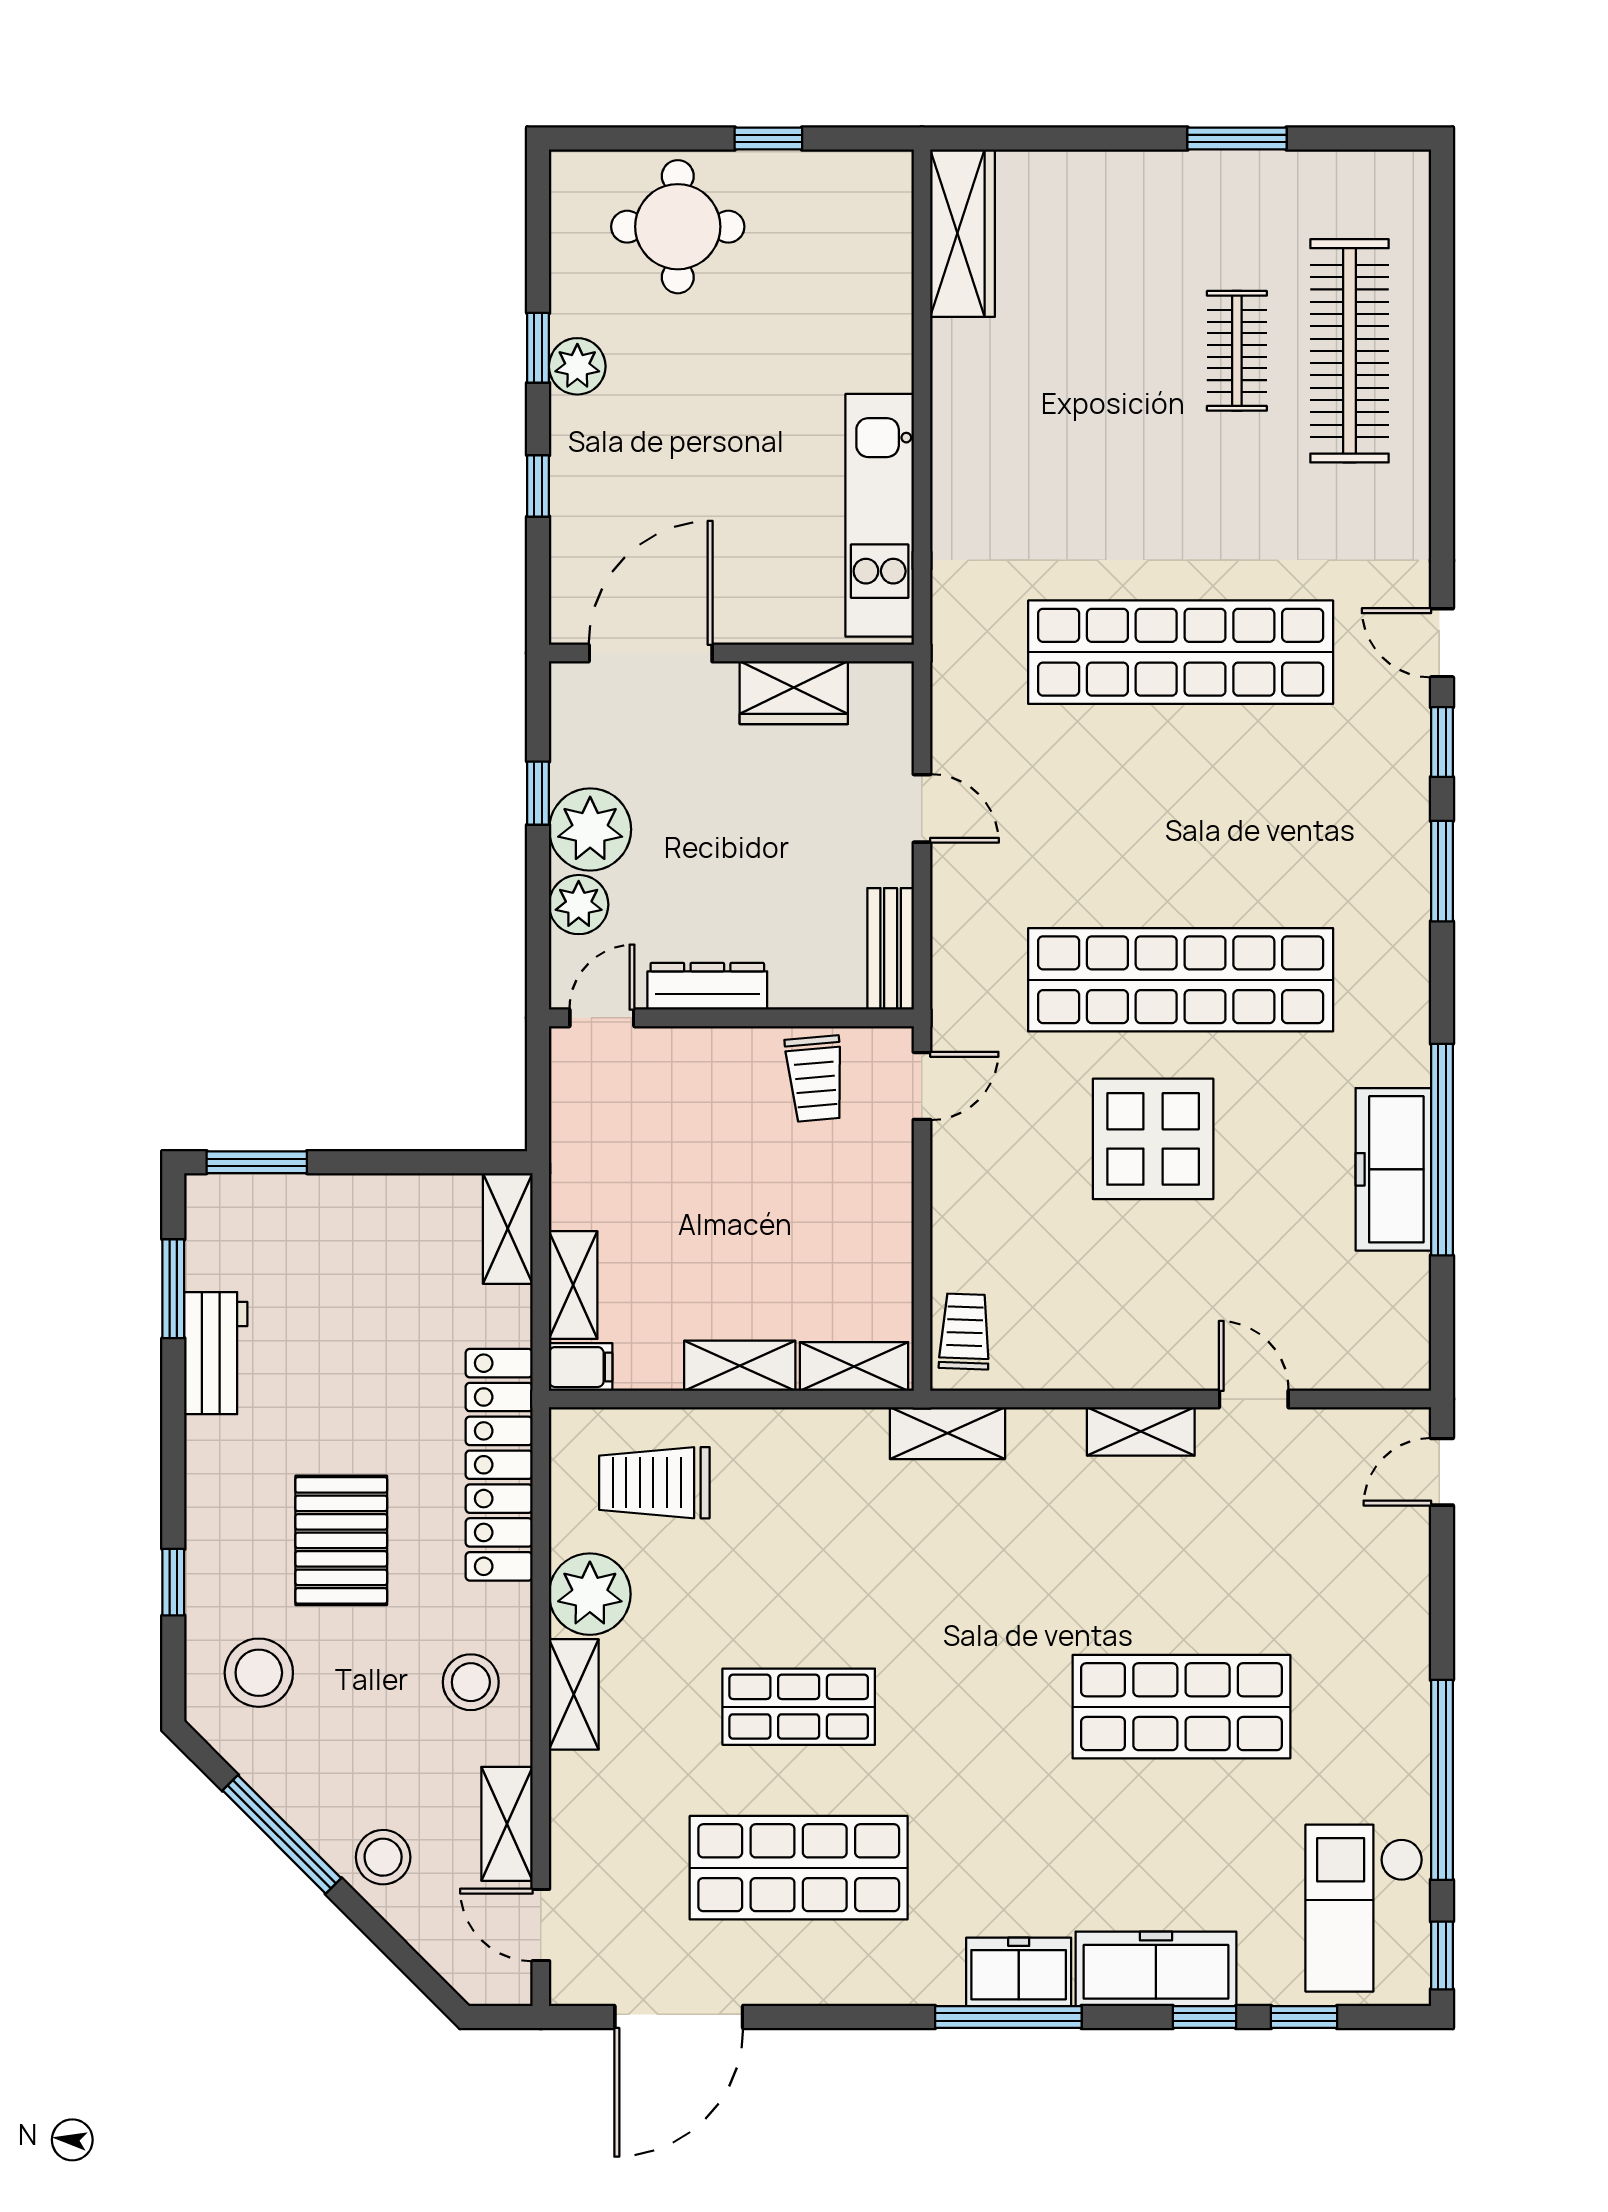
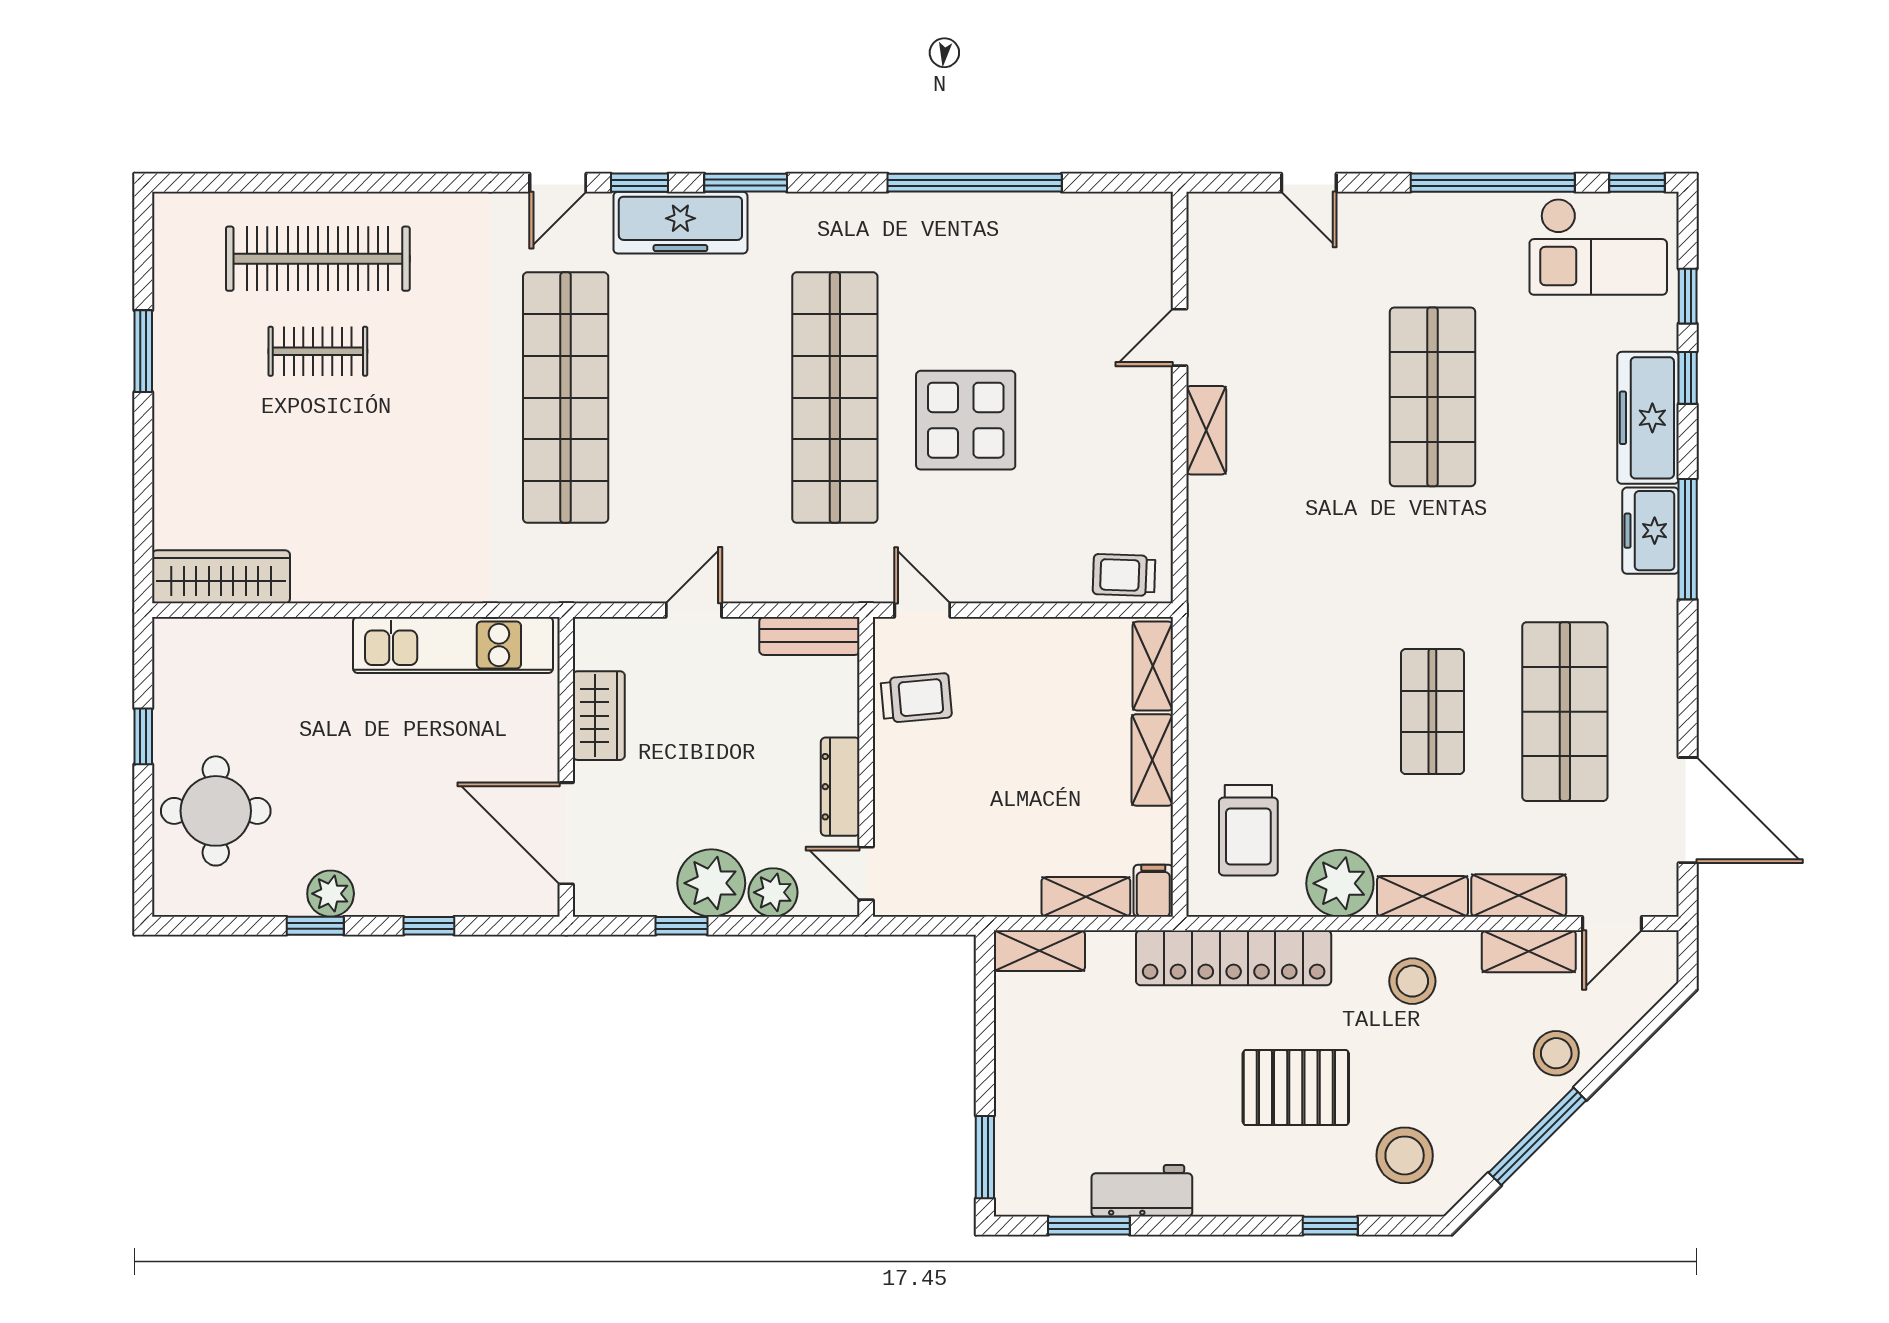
freezer: (1393, 1169) -> (680, 223), moved
shelving: (947, 1433) -> (1519, 895), moved, turned 90
door: (1442, 1472) -> (1309, 183), moved

